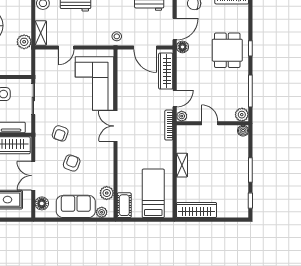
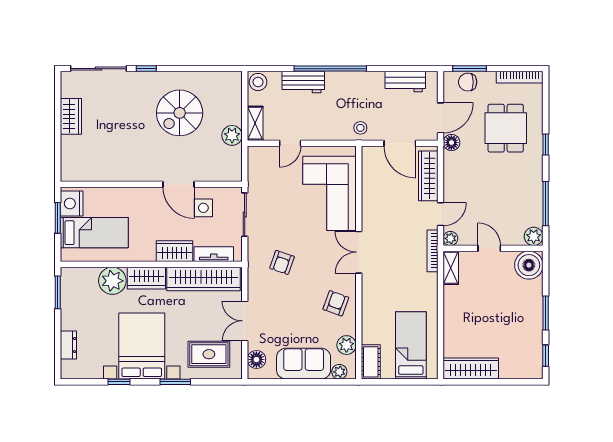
dining table: (227, 50) -> (506, 128), moved
boiler: (243, 131) -> (529, 265), width x1.86, depth x1.86
armchair: (72, 163) -> (336, 303), moved
shelving: (182, 165) -> (451, 268), moved

